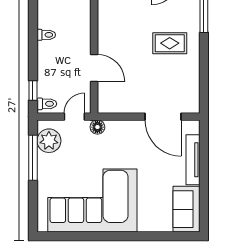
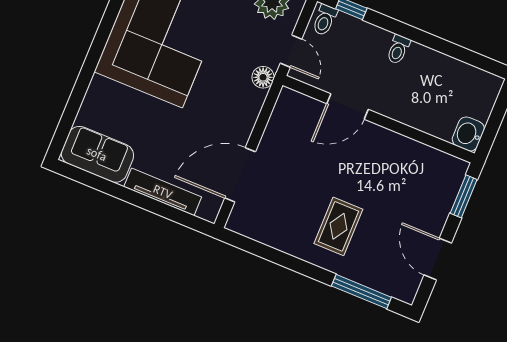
toilet: (46, 35) -> (398, 49), moved

